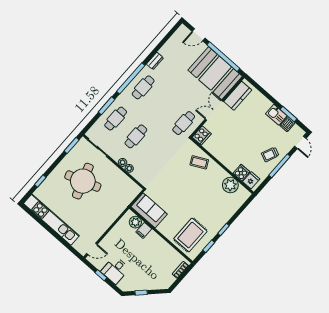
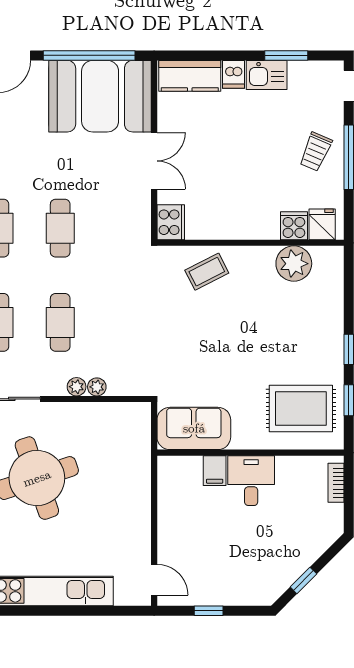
kitchen counter: (238, 96) -> (190, 76), moved, turned 90
double door: (214, 110) -> (154, 161), swing flipped
cafe table: (184, 123) -> (60, 228), moved
dishwasher: (287, 124) -> (234, 74), moved
plant: (135, 222) -> (188, 469), removed
rug: (190, 235) -> (301, 409), turned 90
door: (92, 249) -> (154, 580), hinge flipped
desk: (115, 270) -> (251, 481), moved, turned 180

